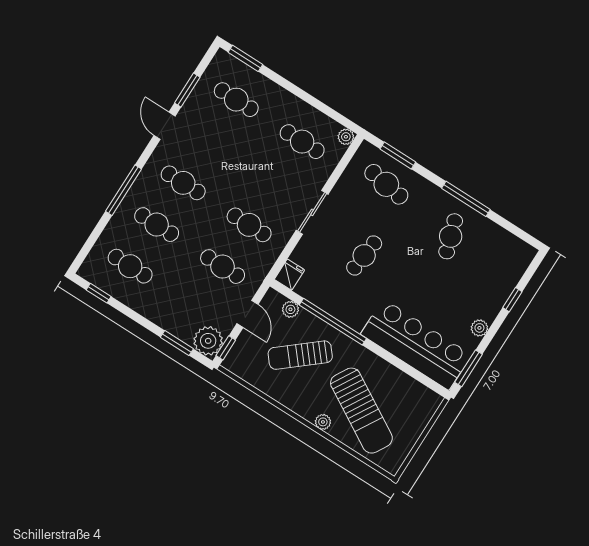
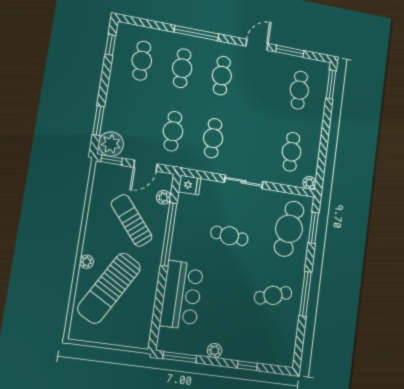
cafe table: (386, 184) -> (289, 229), width x1.37, depth x1.35
bar counter: (416, 344) -> (182, 295), width x0.73

